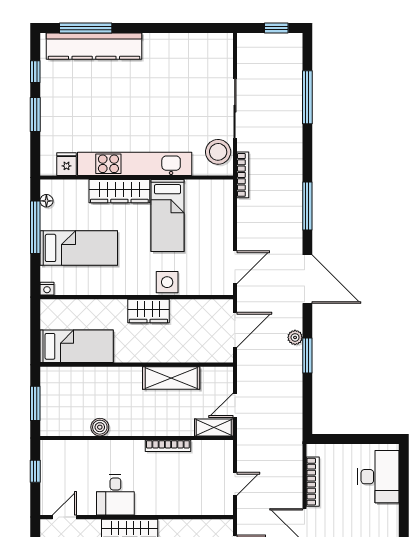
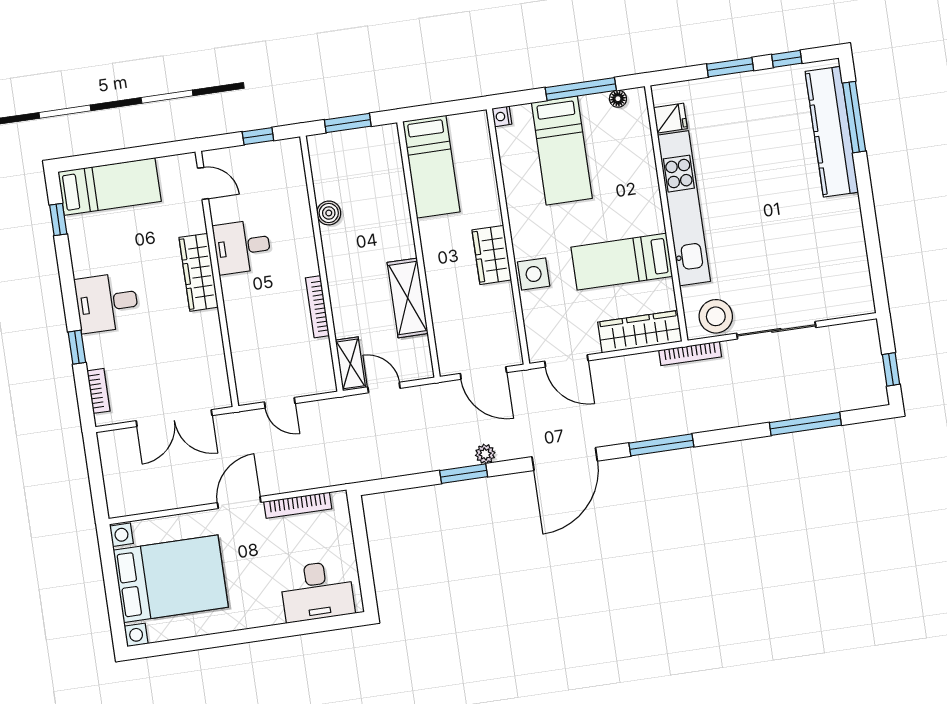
wardrobe: (119, 191) -> (640, 332), moved, turned 90

